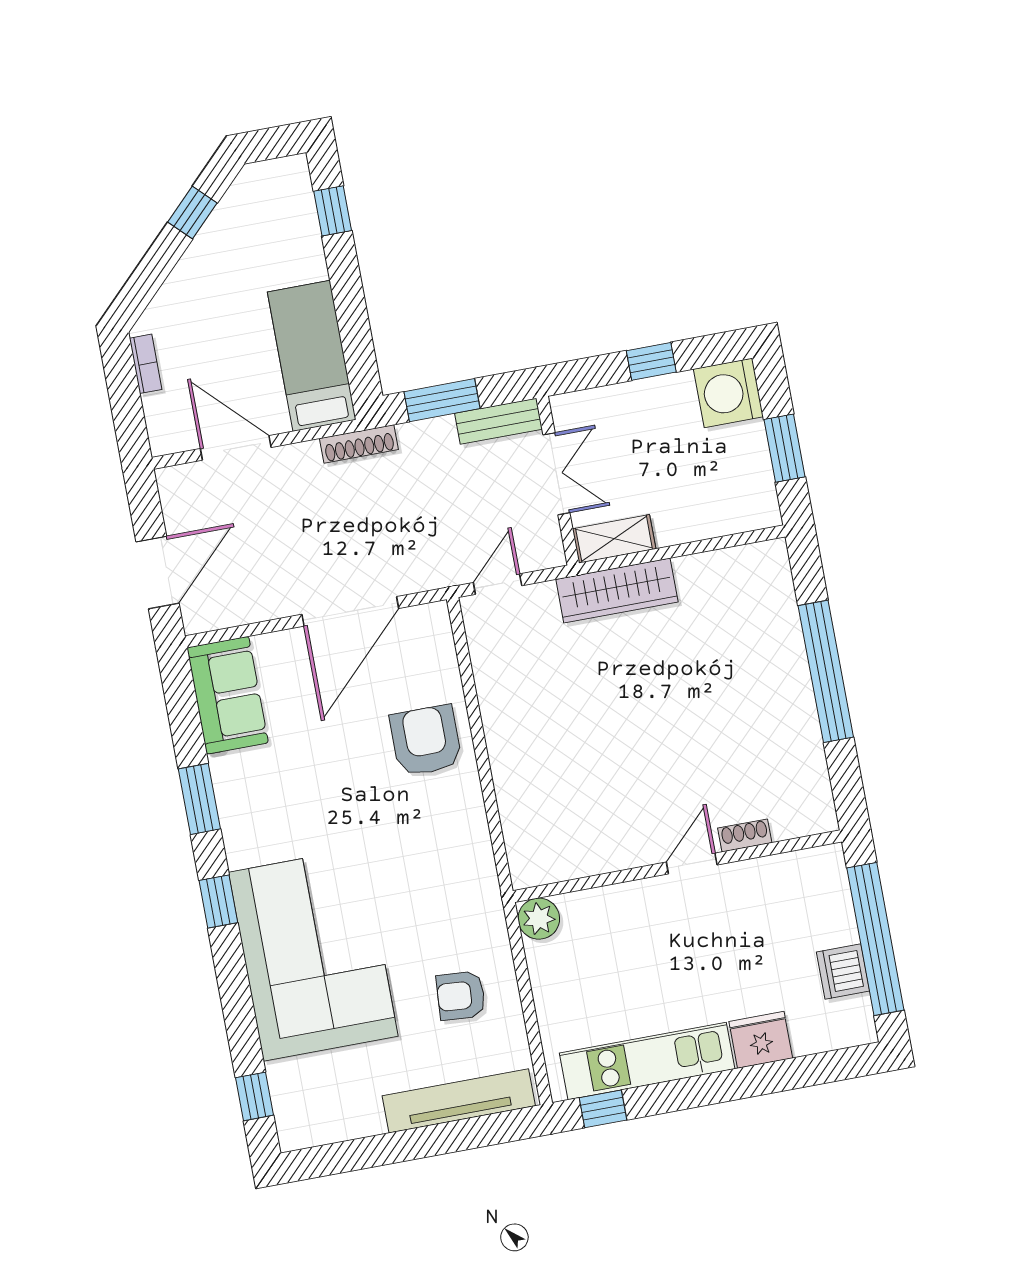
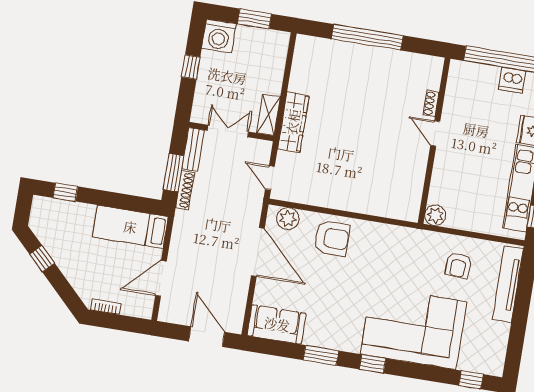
shoe rack: (359, 444) -> (185, 190), moved
plant: (433, 645) -> (288, 219), added
armchair: (426, 741) -> (332, 238), turned 180

